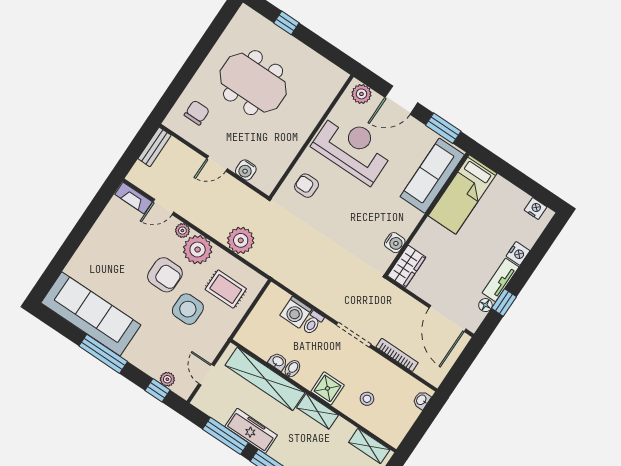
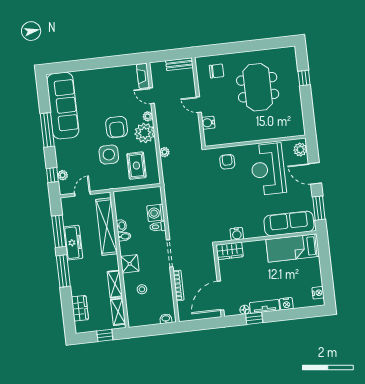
reception desk: (353, 148) -> (268, 169), turned 180
plant: (241, 240) -> (164, 152), width x0.53, depth x0.53
shelving: (317, 411) -> (115, 284), moved

